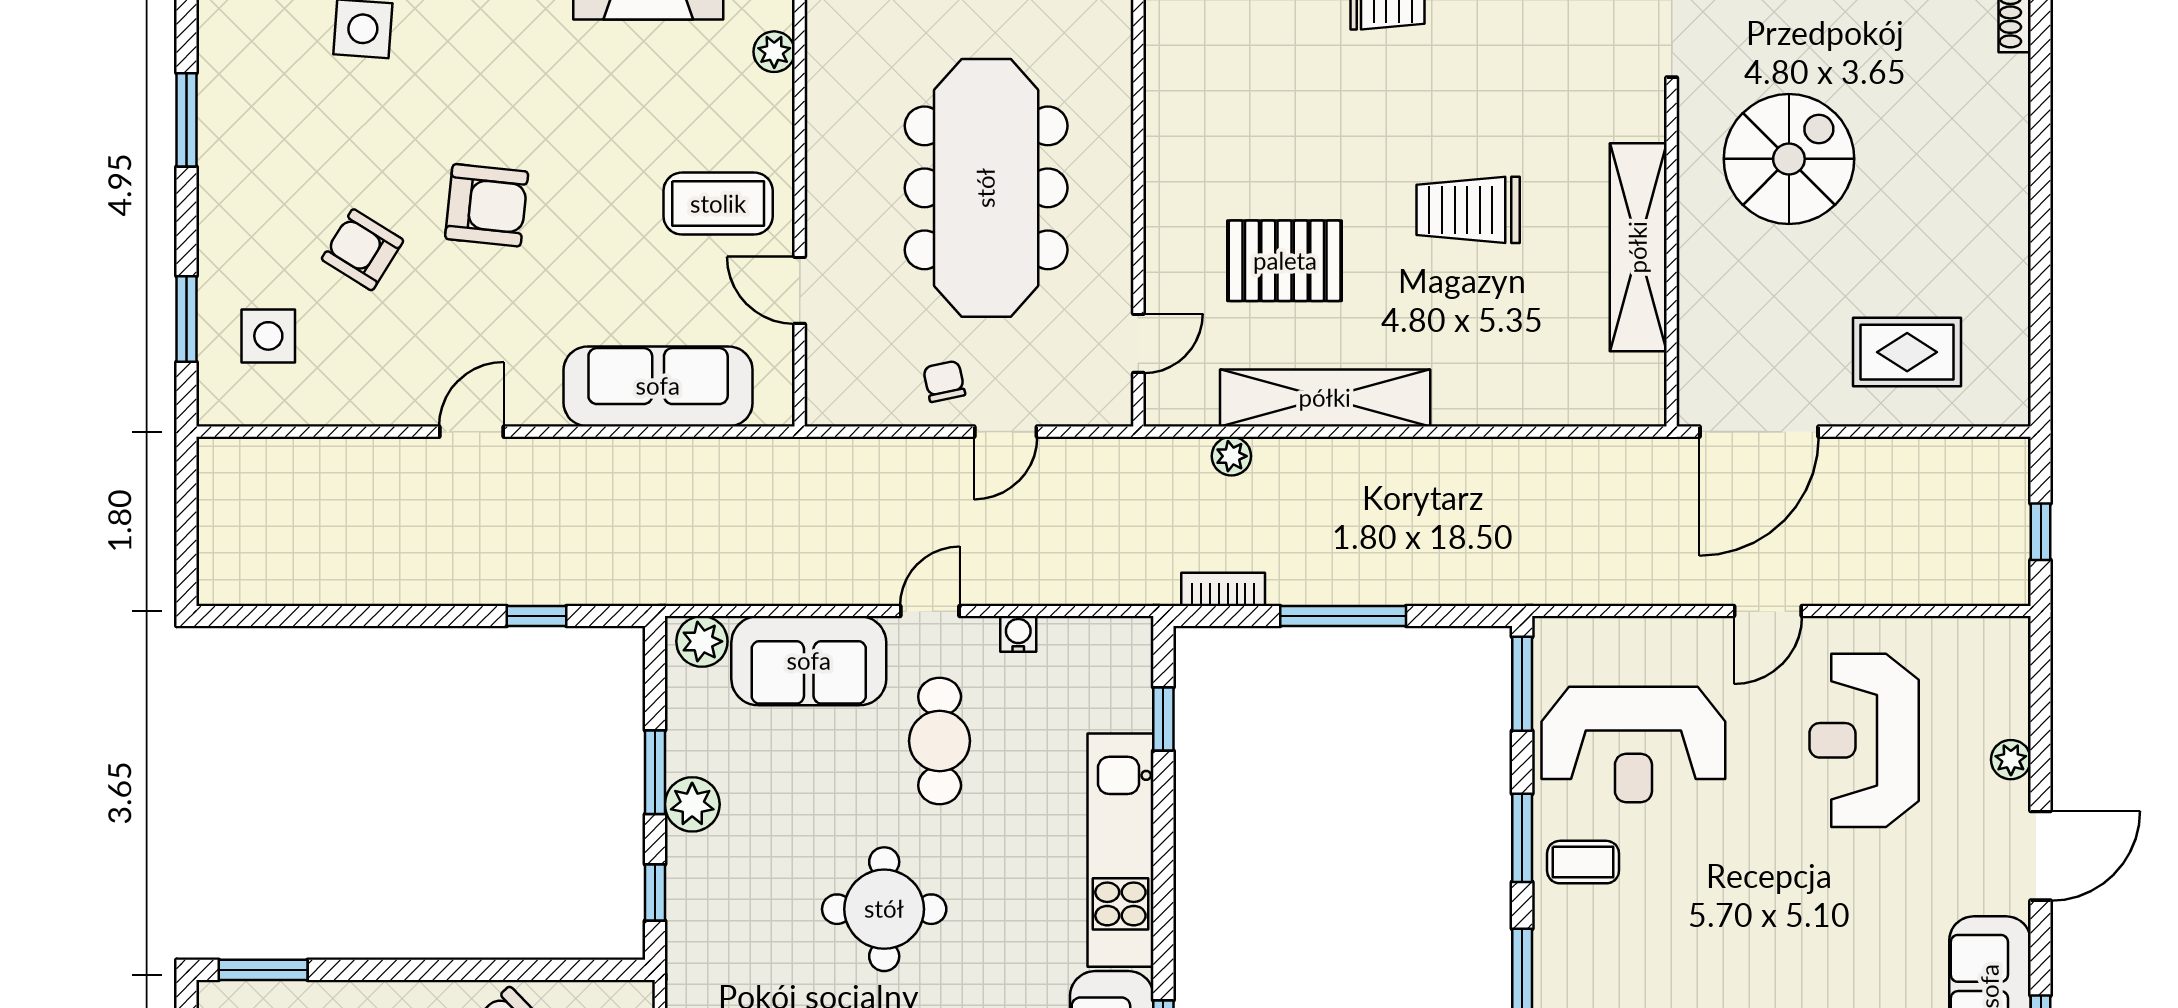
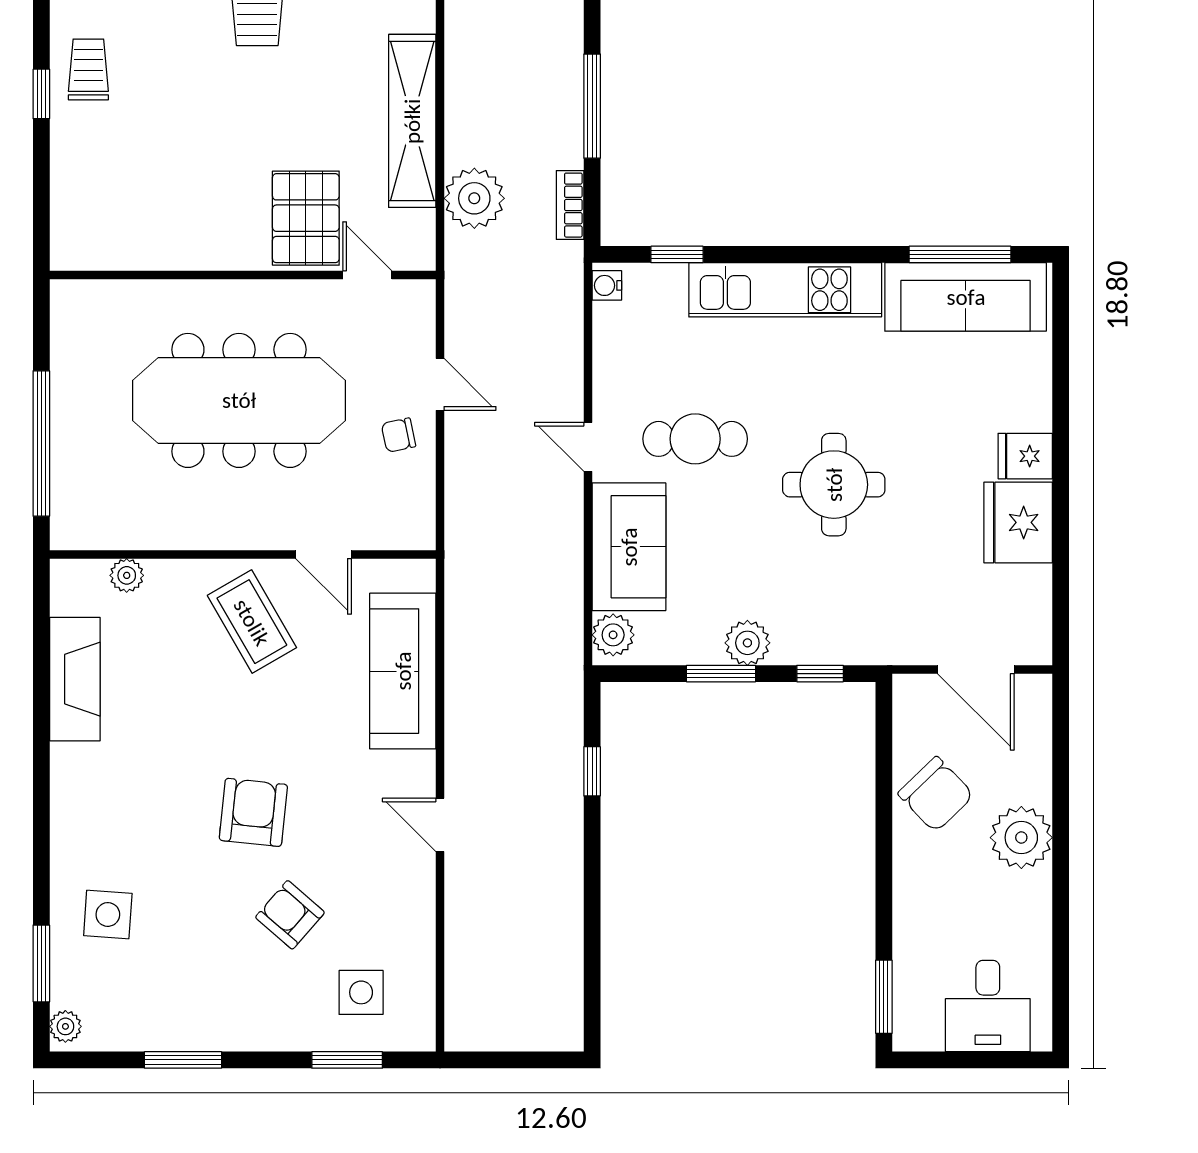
coffee table: (718, 204) -> (252, 622), turned -30
armchair: (362, 250) -> (290, 915), turned 99
pallet: (1285, 261) -> (306, 218), moved
door: (800, 290) -> (323, 554), hinge flipped
plant: (1231, 456) -> (474, 198), width x1.87, depth x1.87
water cooler: (1018, 634) -> (607, 285), moved

